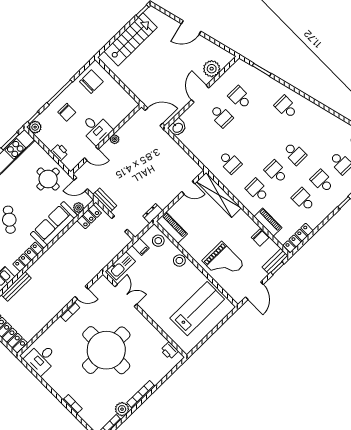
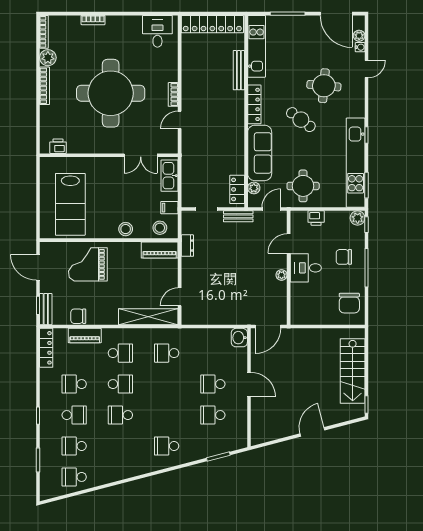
plant: (212, 69) -> (261, 415), removed
school desk: (240, 98) -> (213, 415), turned 180
school desk: (286, 107) -> (167, 446), turned 180
school desk: (303, 200) -> (74, 384), turned 180

